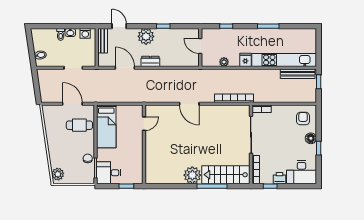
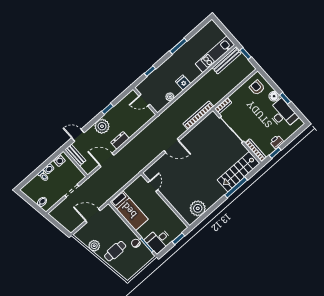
kitchen unit: (284, 60) -> (215, 54), width x0.73
cafe table: (79, 125) -> (115, 251), moved
desk: (301, 172) -> (283, 114), moved, turned -90
plant: (58, 174) -> (94, 246), moved
plant: (192, 175) -> (198, 208), moved

